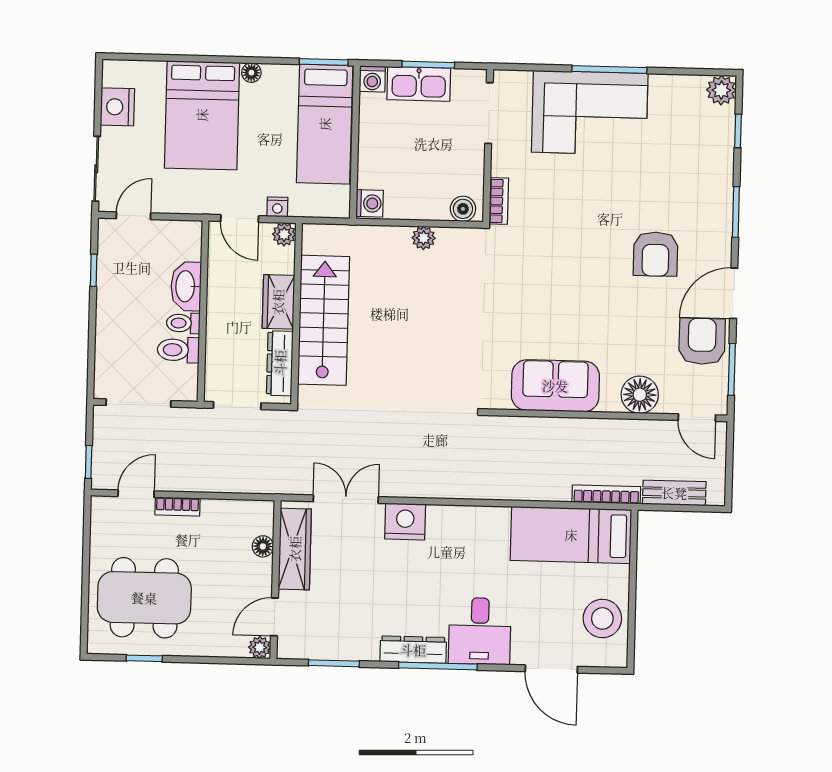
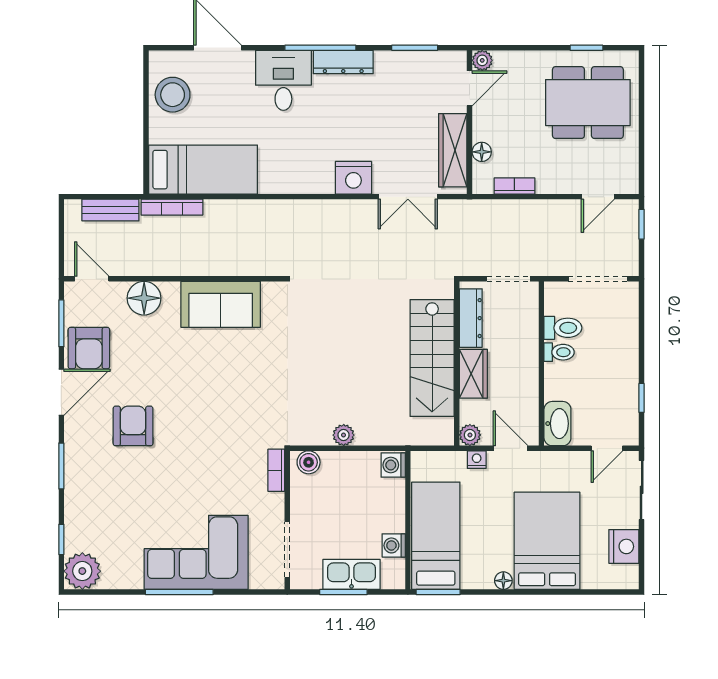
washing machine: (372, 79) -> (394, 545), moved, turned -90
plant: (721, 90) -> (82, 571), width x1.36, depth x1.36
washbasin: (186, 286) -> (557, 424), moved
bookcase: (178, 507) -> (514, 186), moved

